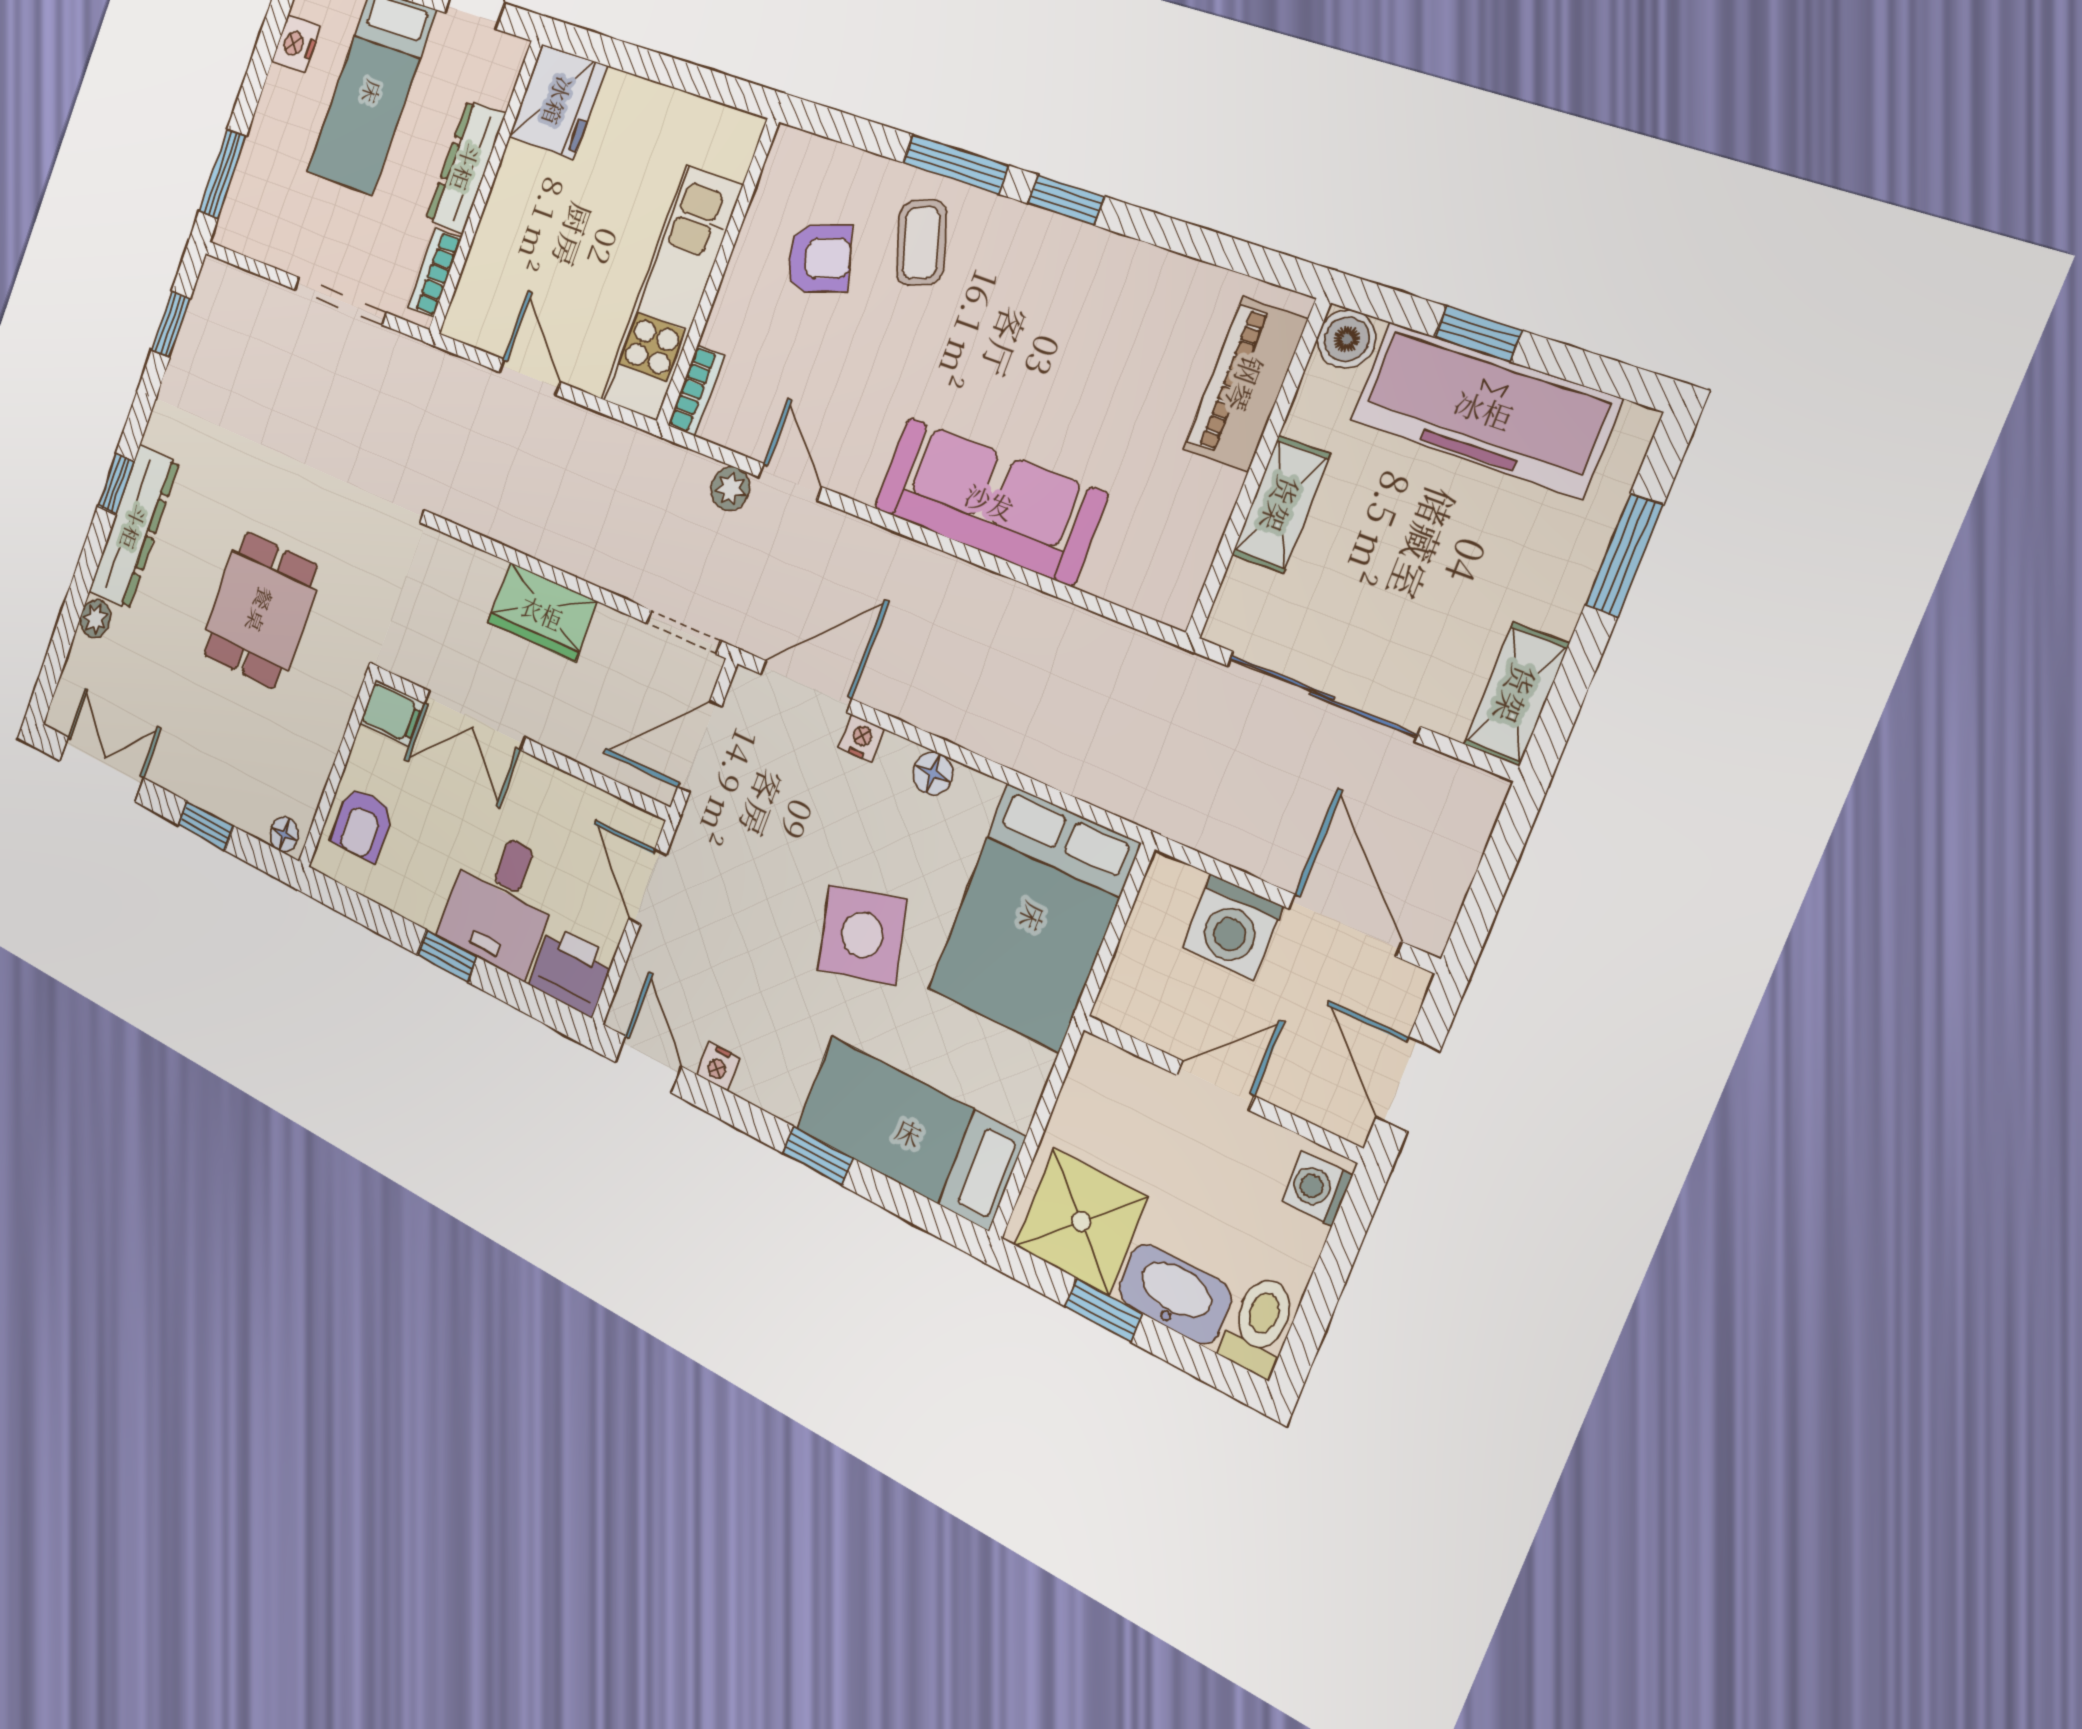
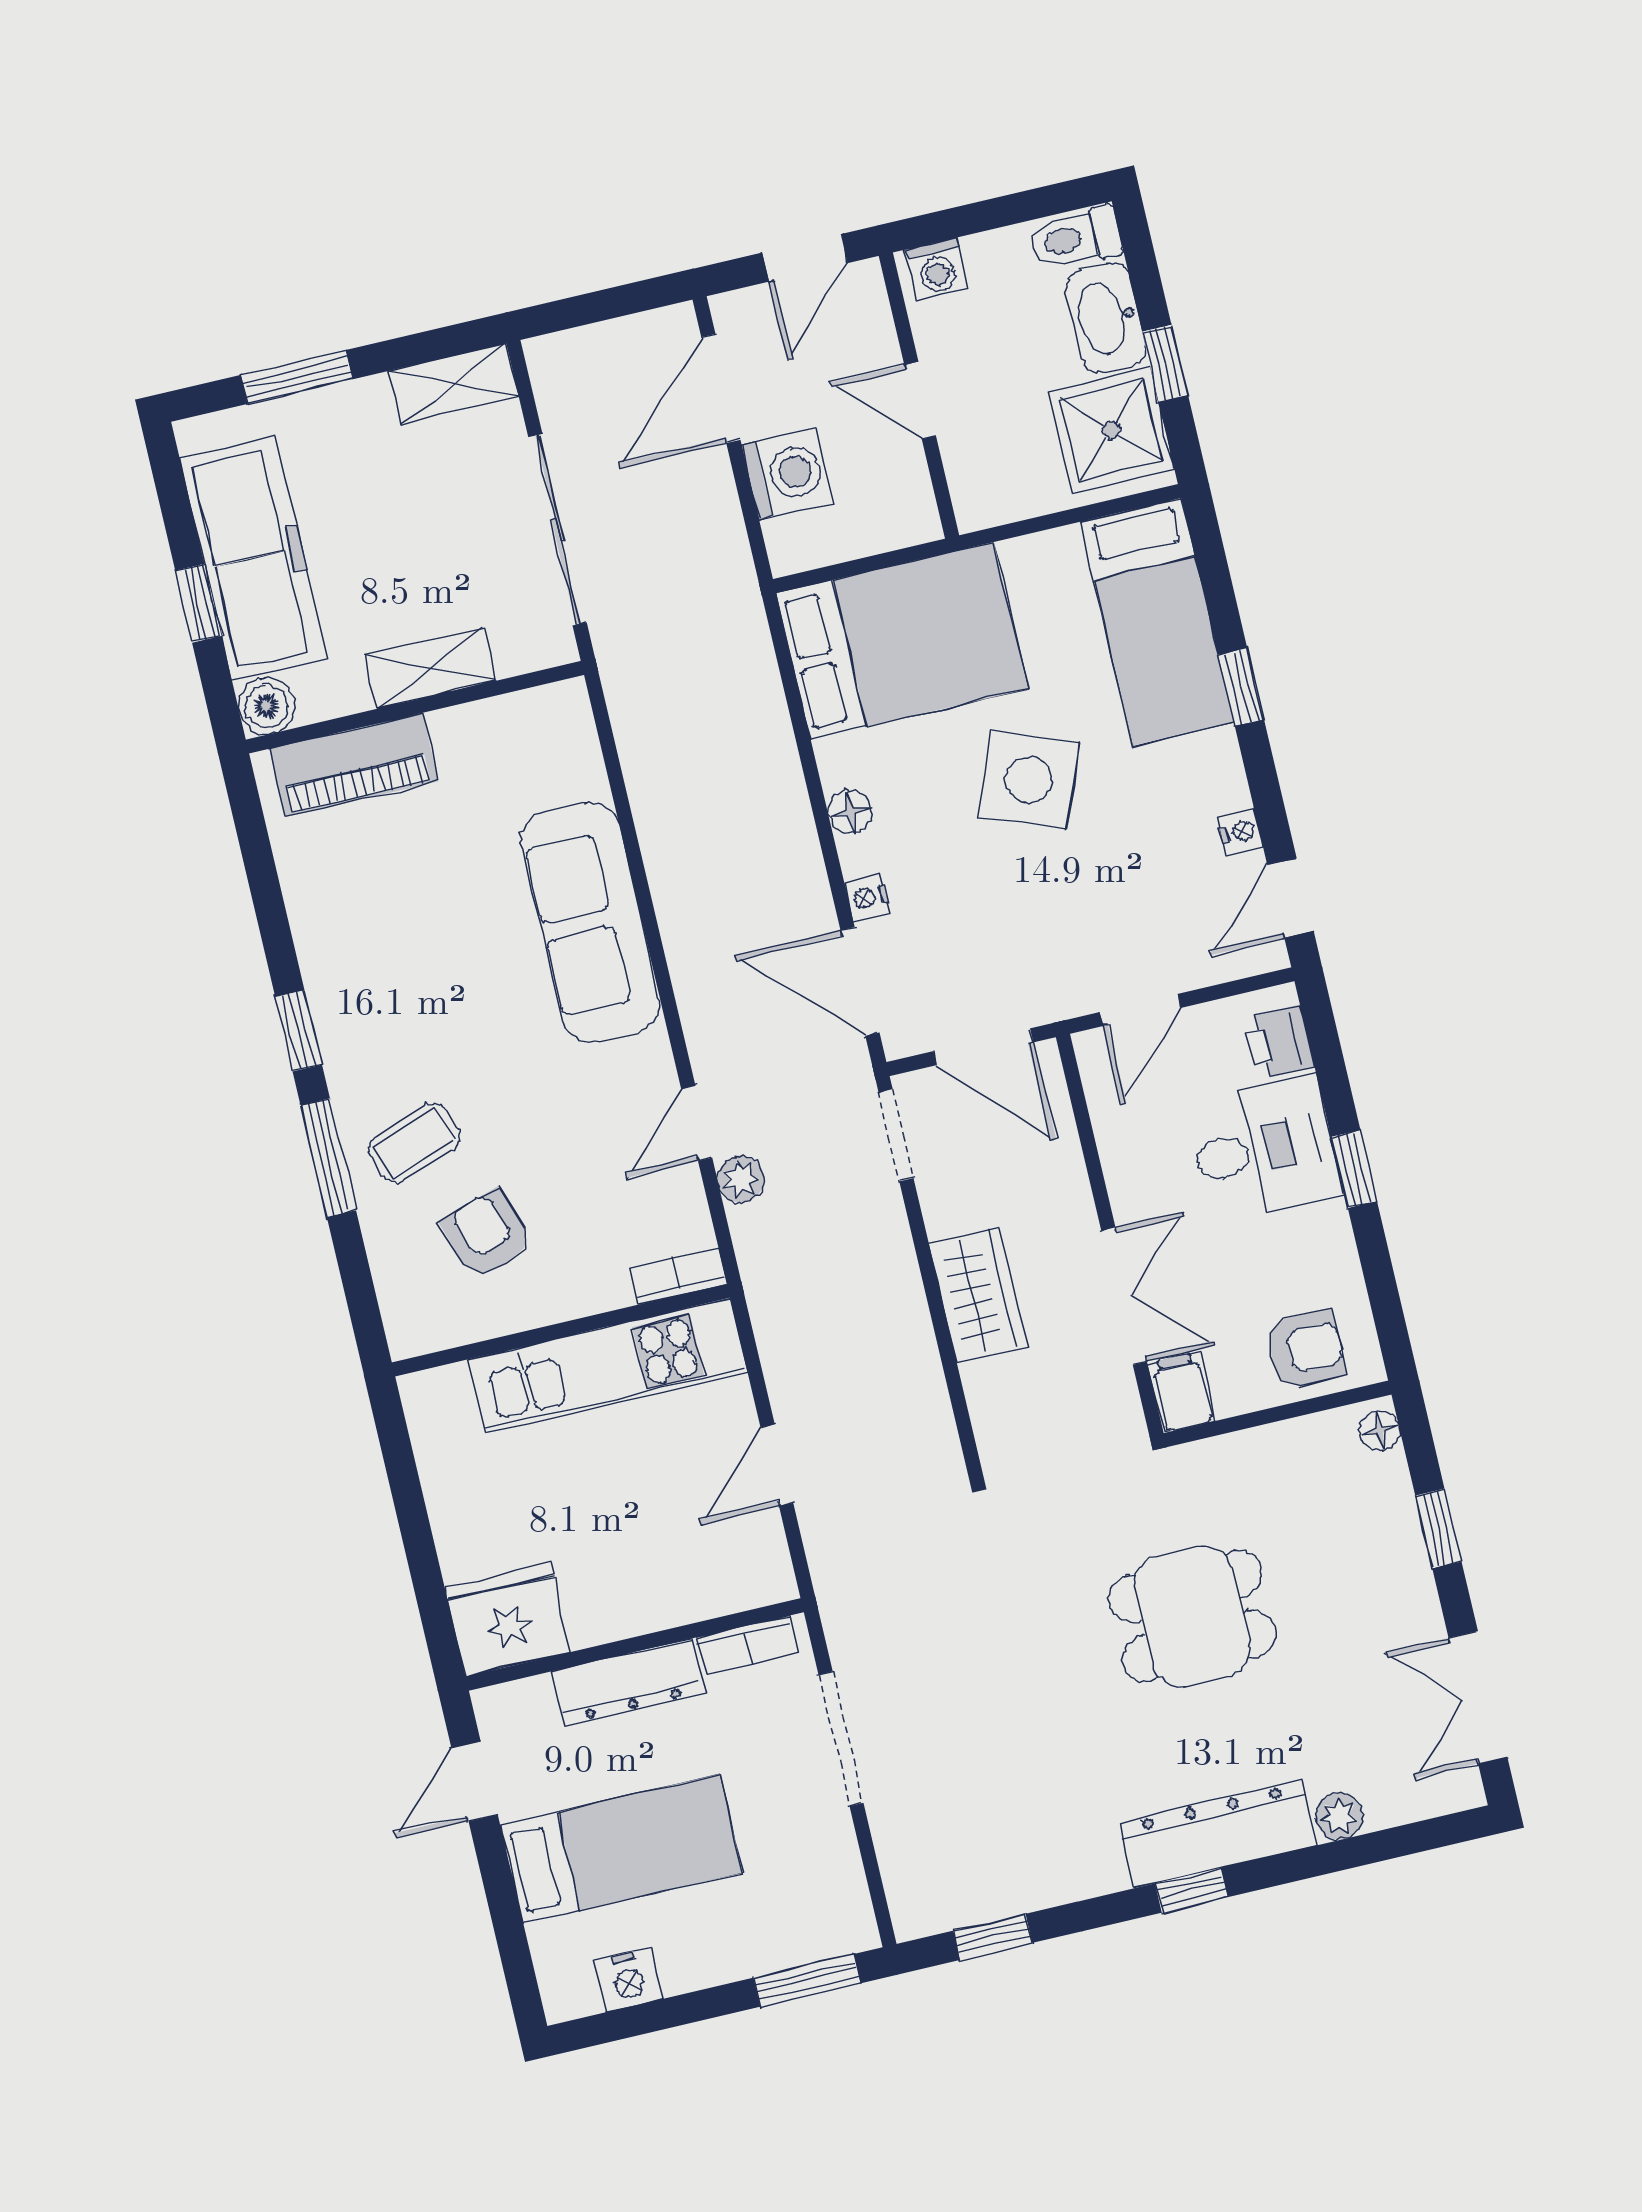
side table: (862, 935) -> (1029, 780), turned 35
printer: (571, 971) -> (1279, 1042), width x0.73, depth x0.81

